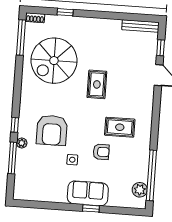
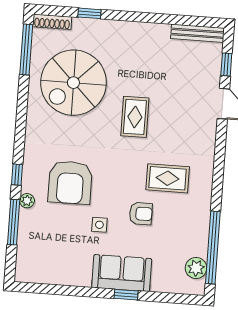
shoe rack: (35, 18) -> (52, 22), width x1.43

